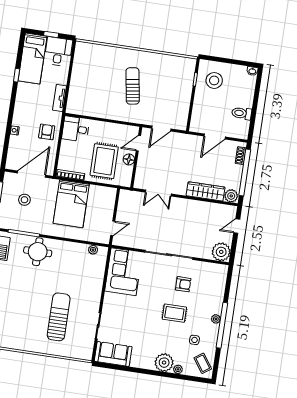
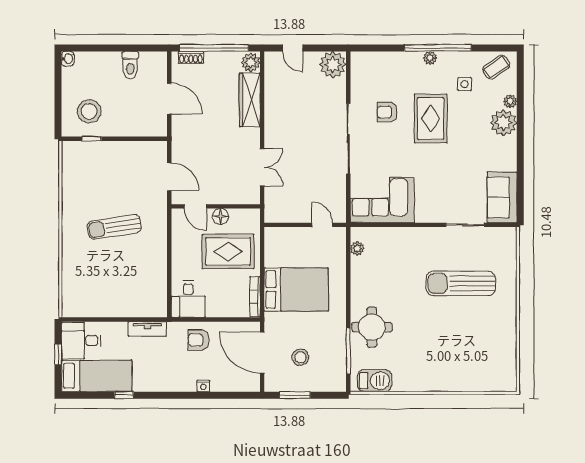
armchair: (183, 284) -> (387, 112), turned -90
rug: (174, 313) -> (431, 119), width x1.36, depth x1.43

